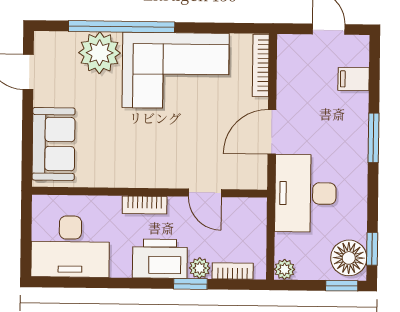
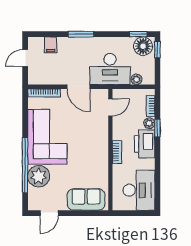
door: (205, 193) -> (110, 107), moved
plant: (284, 269) -> (136, 79), moved

